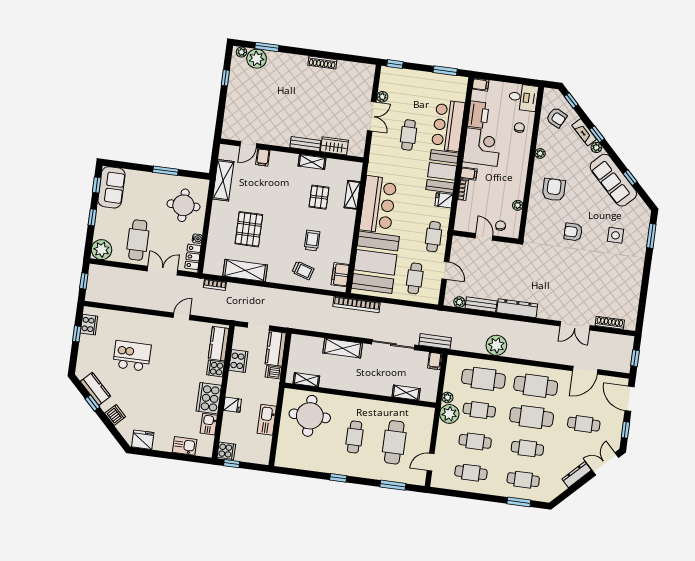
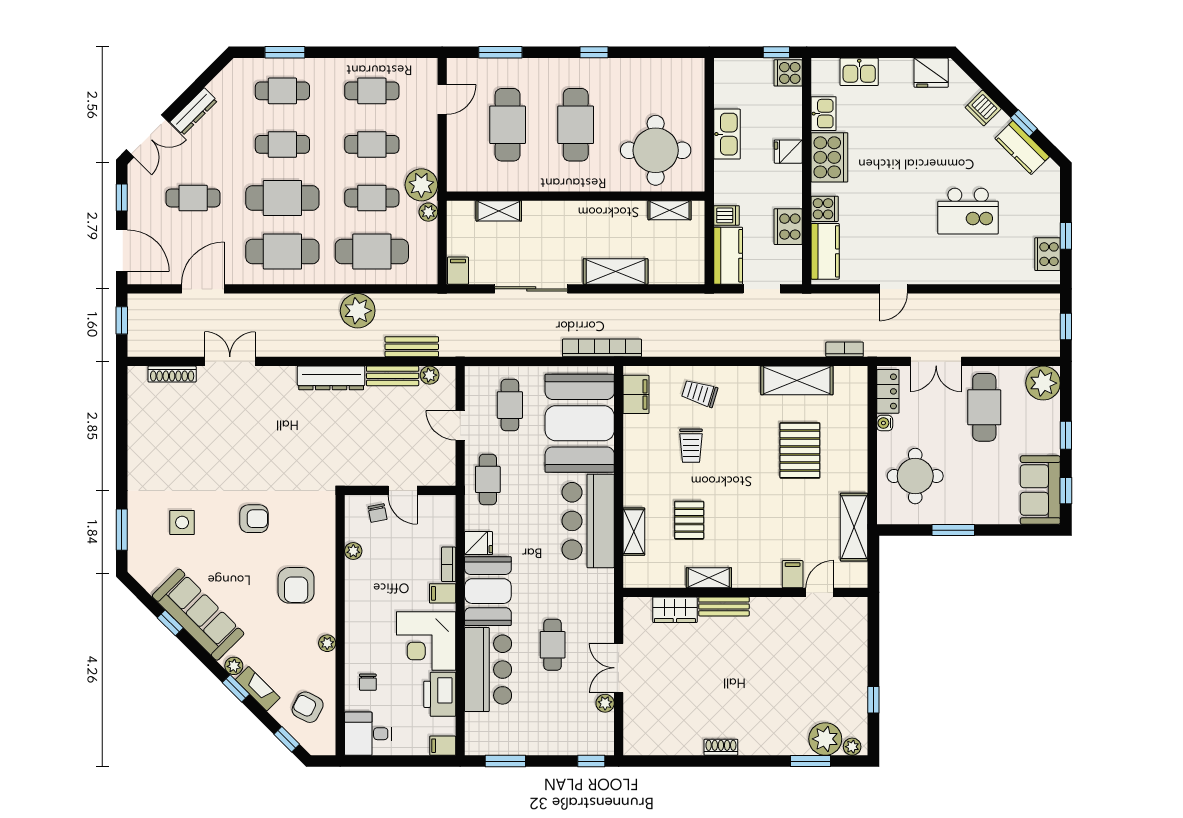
shoe rack: (322, 63) -> (721, 747), width x0.70
bench: (435, 341) -> (412, 347), moved
cafe table: (355, 437) -> (576, 125), width x1.37, depth x1.35

